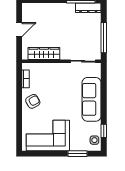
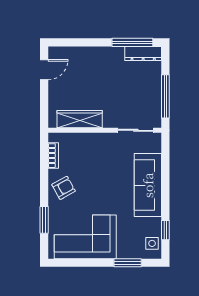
door: (19, 30) -> (44, 70), moved
window: (19, 124) -> (44, 220), added

